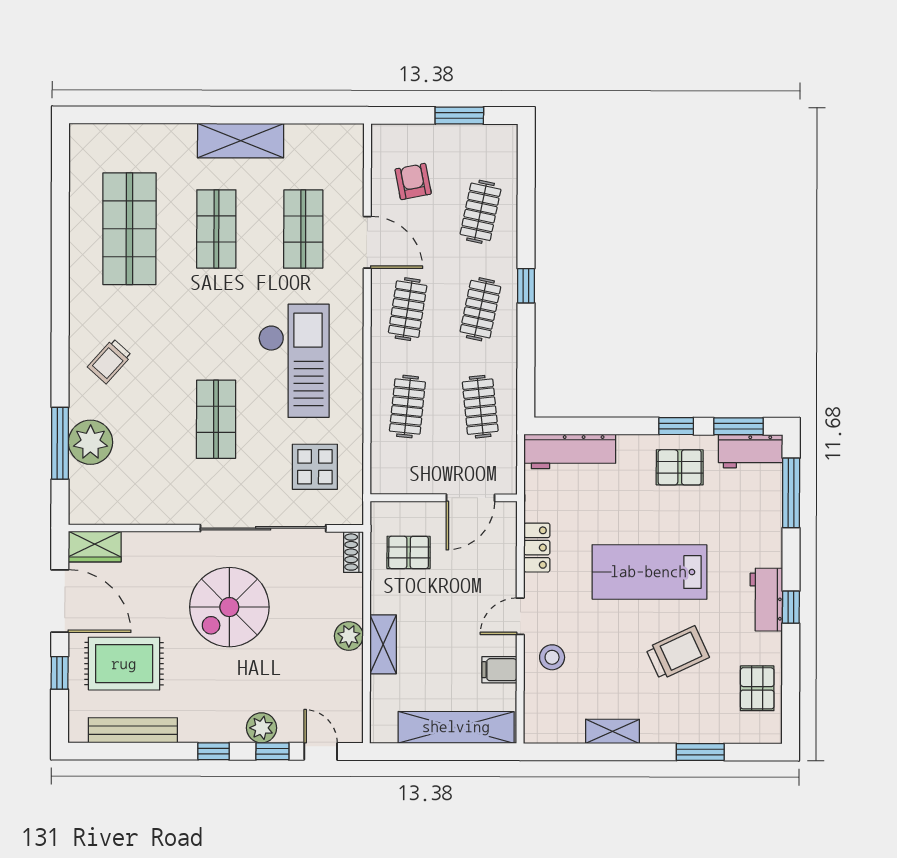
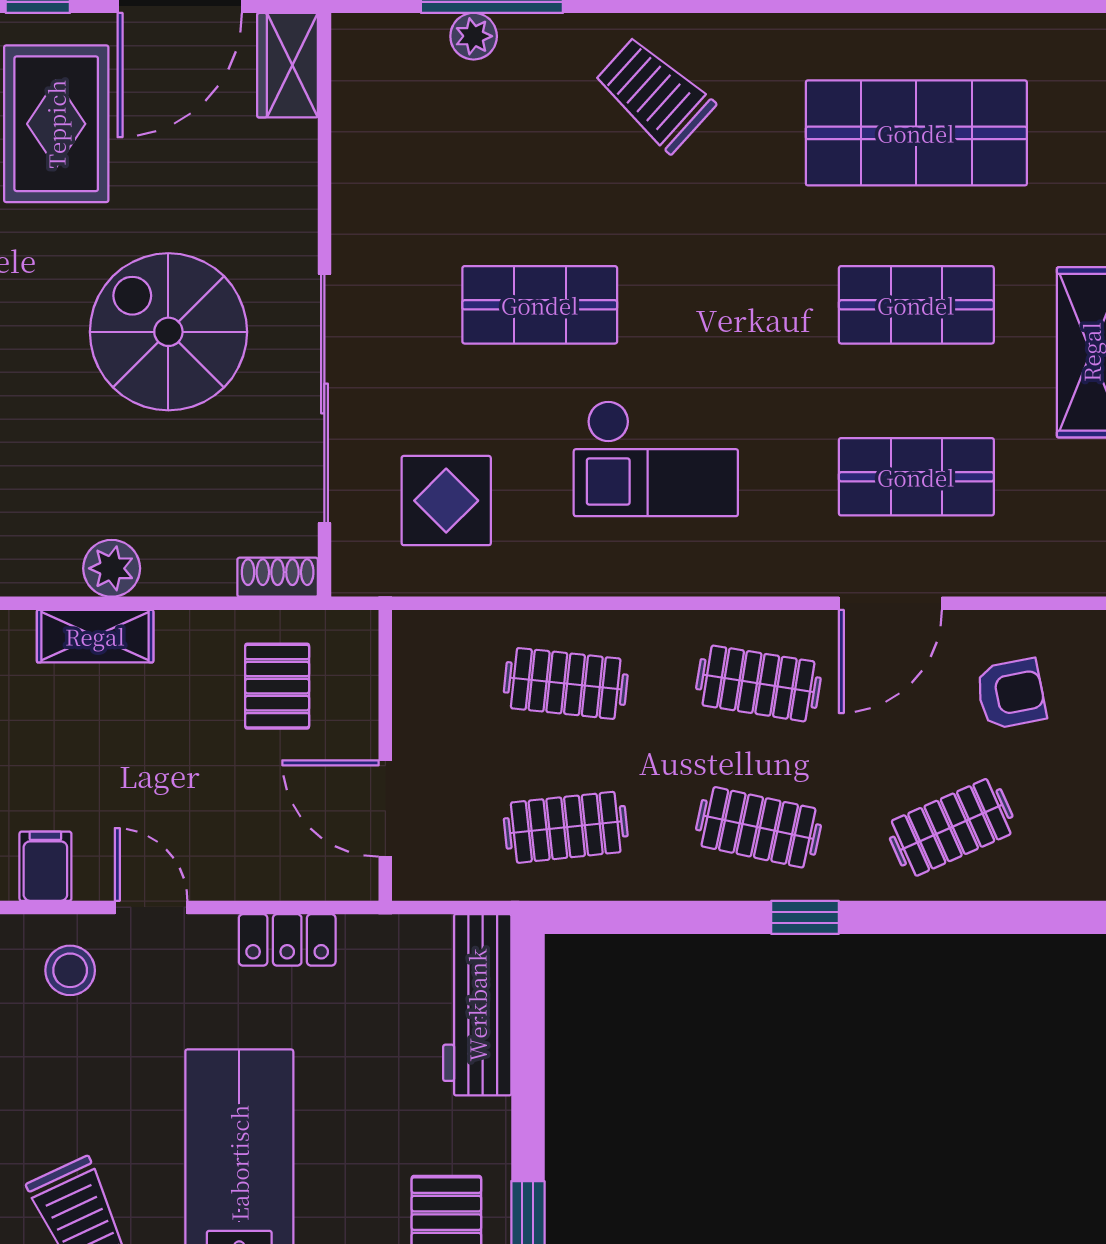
clothes rail: (481, 212) -> (951, 827), turned -36
trolley: (110, 361) -> (654, 94), width x1.36, depth x1.39
checkout: (294, 361) -> (656, 458), width x0.73, depth x0.83
plant: (90, 442) -> (474, 36), width x0.53, depth x0.53

